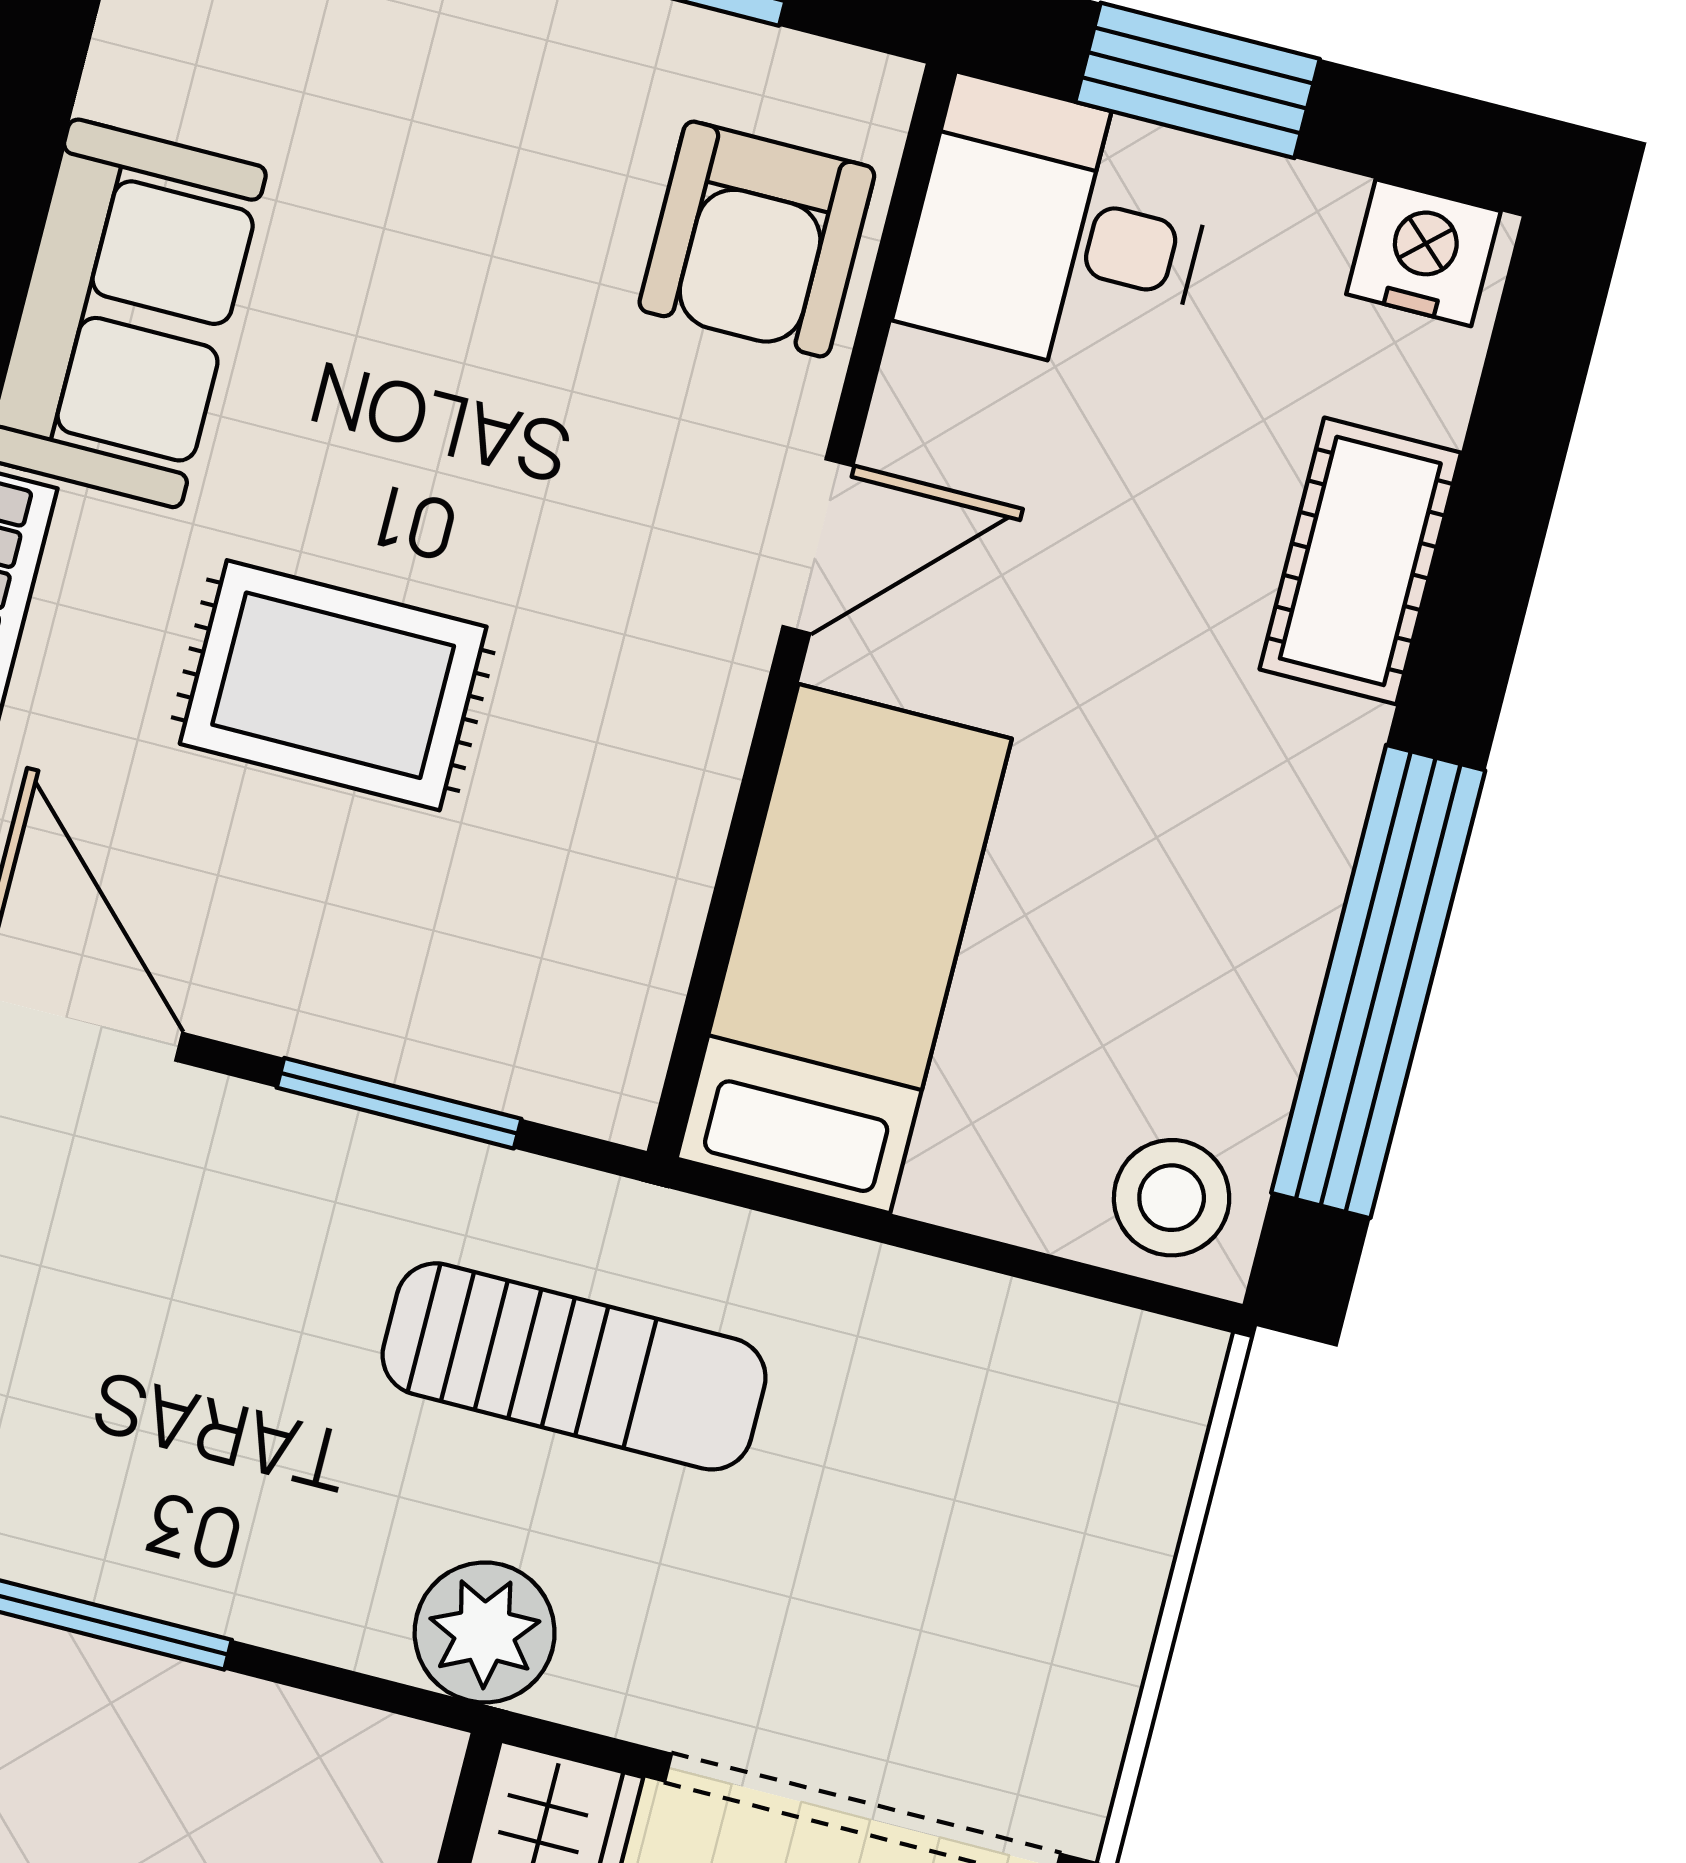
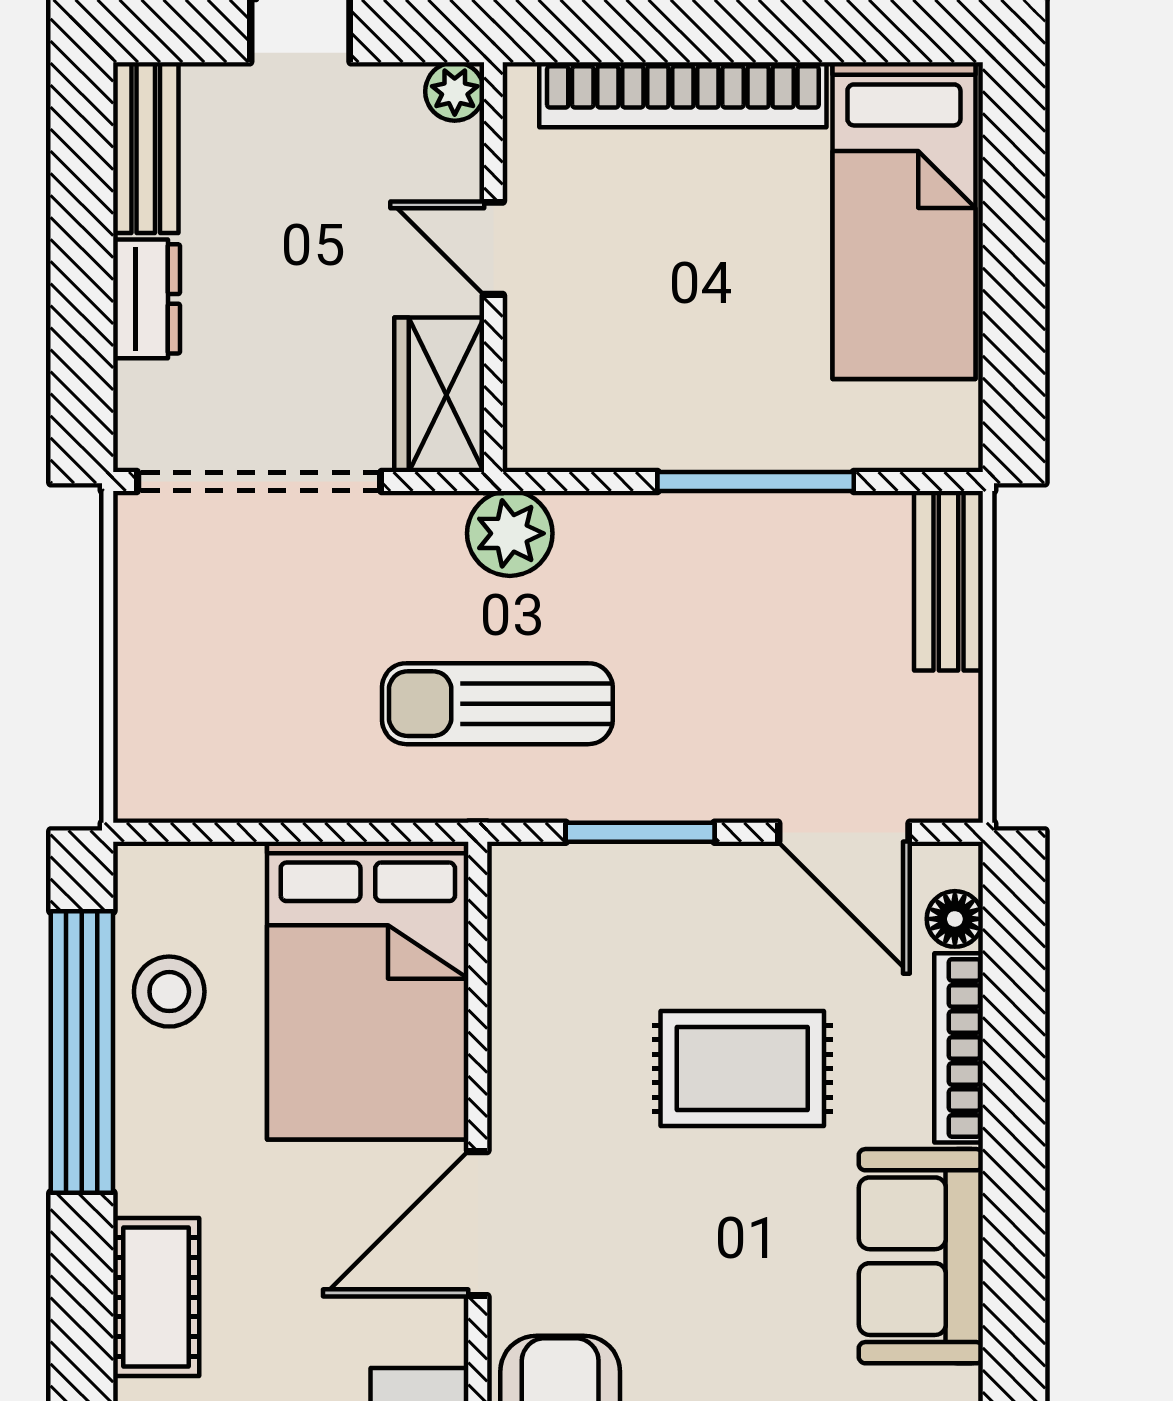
door: (818, 546) -> (478, 1224), width x1.38
bed: (844, 949) -> (368, 991), width x1.50
stool: (1172, 1198) -> (169, 992), moved

